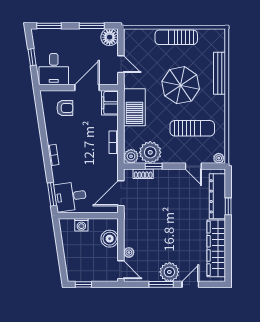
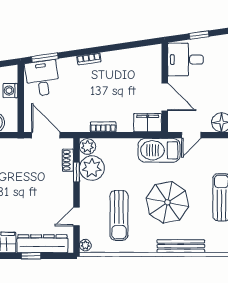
barbecue: (134, 107) -> (159, 150), moved
armchair: (65, 108) -> (142, 72), removed

